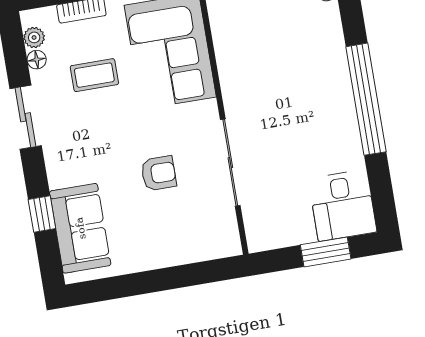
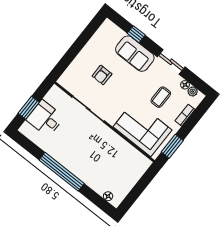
armchair: (159, 173) -> (102, 75), moved
desk: (343, 205) -> (45, 118), moved
sofa: (80, 228) -> (135, 54), moved

